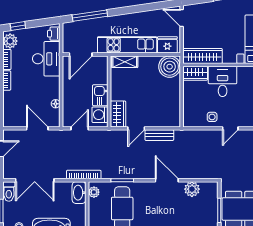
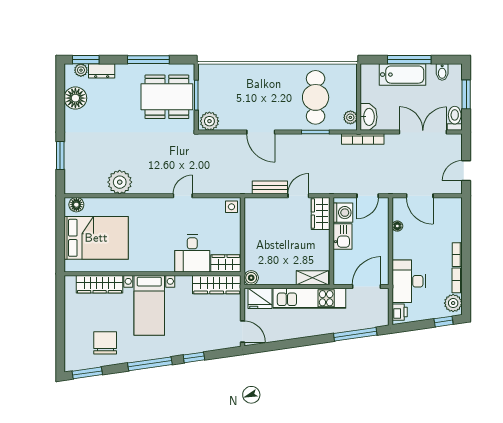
boiler: (170, 67) -> (251, 278), width x0.54, depth x0.54
side table: (212, 117) -> (231, 207), moved
plant: (192, 189) -> (209, 121), moved

